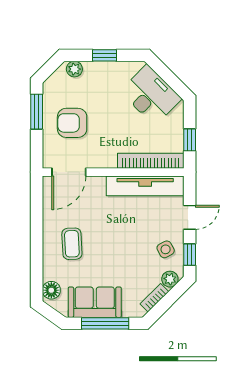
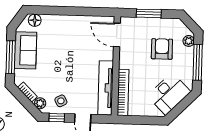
window: (105, 55) -> (198, 62), width x2.17
window: (37, 112) -> (149, 13), moved
armchair: (72, 123) -> (162, 49), moved
window: (190, 140) -> (137, 120), removed
coffee table: (72, 244) -> (67, 36), removed

